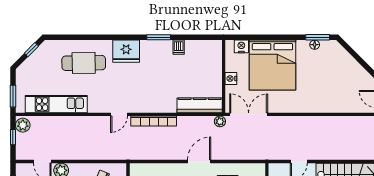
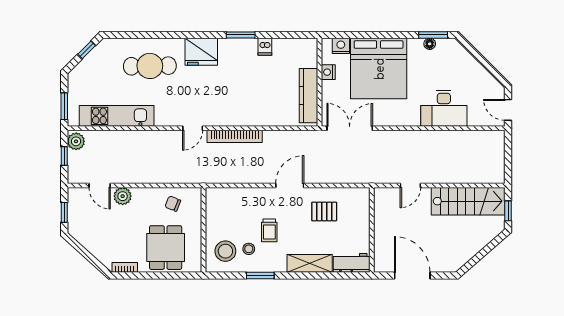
nightstand: (231, 79) -> (328, 72), moved
desk: (326, 98) -> (444, 108), added
kitchen counter: (200, 105) -> (308, 96), moved, turned -90
plant: (220, 121) -> (315, 137), removed

